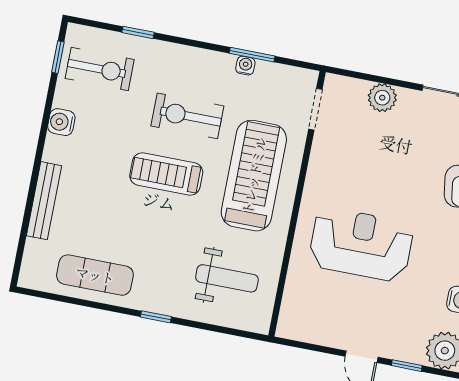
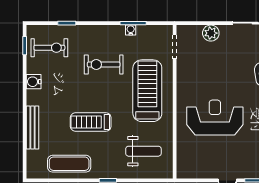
treadmill: (166, 174) -> (91, 122), moved

